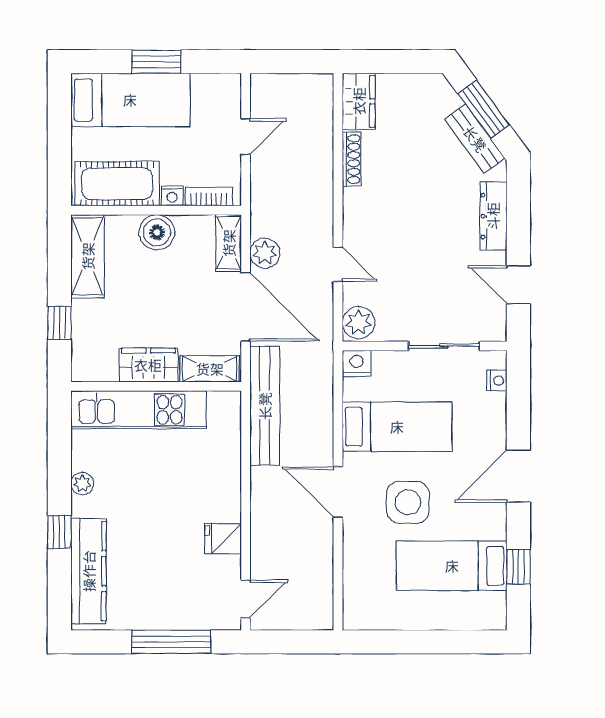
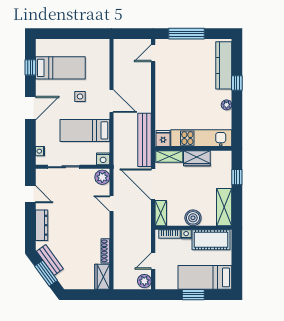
plant: (265, 253) -> (144, 281), moved
side table: (408, 502) -> (80, 96), width x0.54, depth x0.54
fridge: (223, 539) -> (163, 138), moved, turned -90

